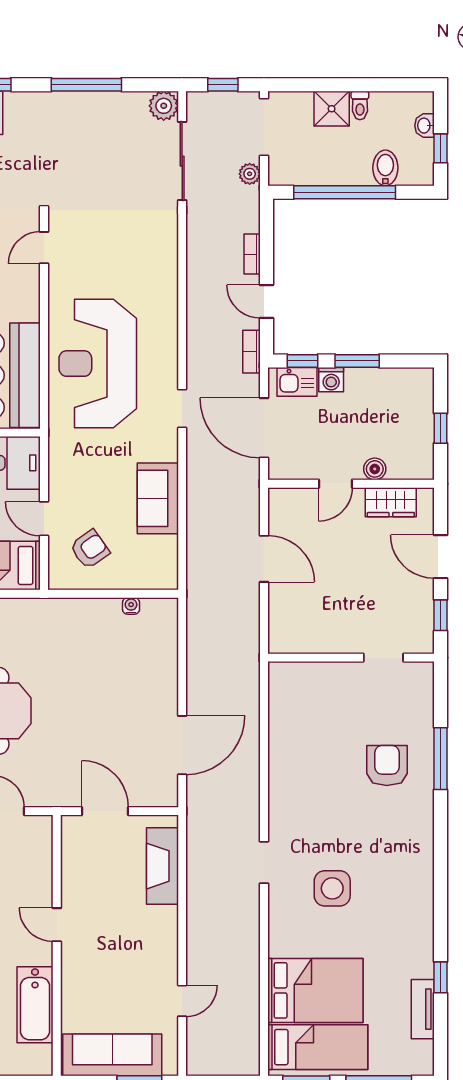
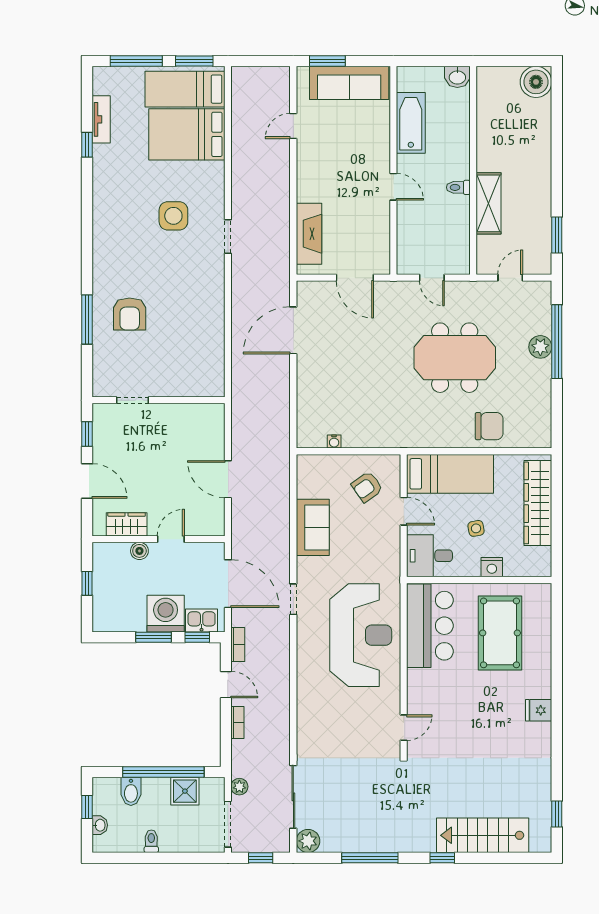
shower: (332, 109) -> (185, 791), moved
washing machine: (331, 380) -> (166, 614), width x1.89, depth x1.89

